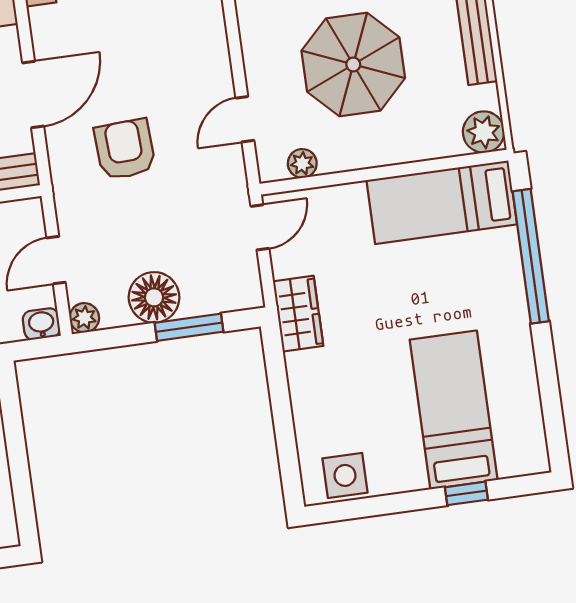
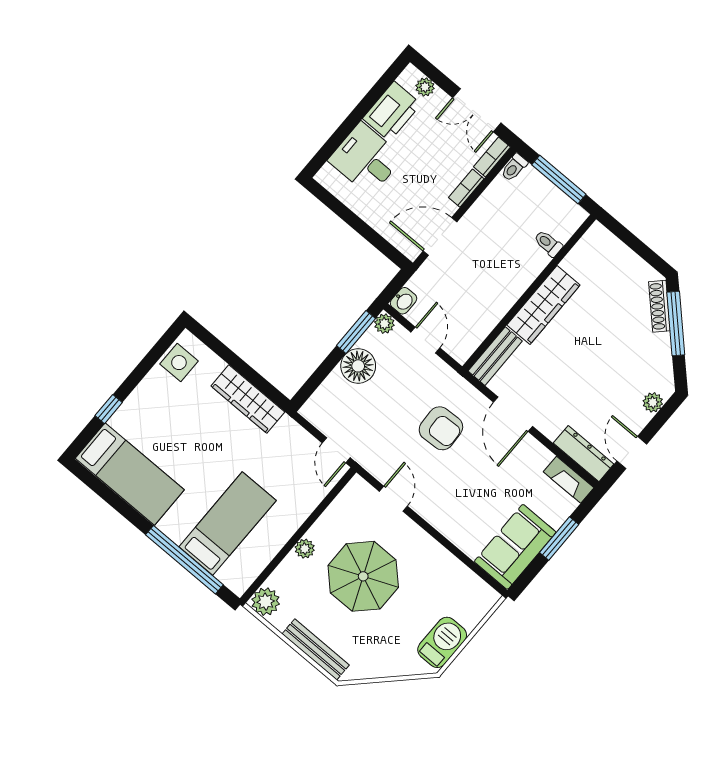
plant: (302, 163) -> (305, 549), moved
bed: (442, 202) -> (228, 524), moved
wardrobe: (298, 314) -> (248, 399), moved, width x1.50
window: (189, 327) -> (356, 332), moved
bed: (454, 410) -> (130, 474), moved

